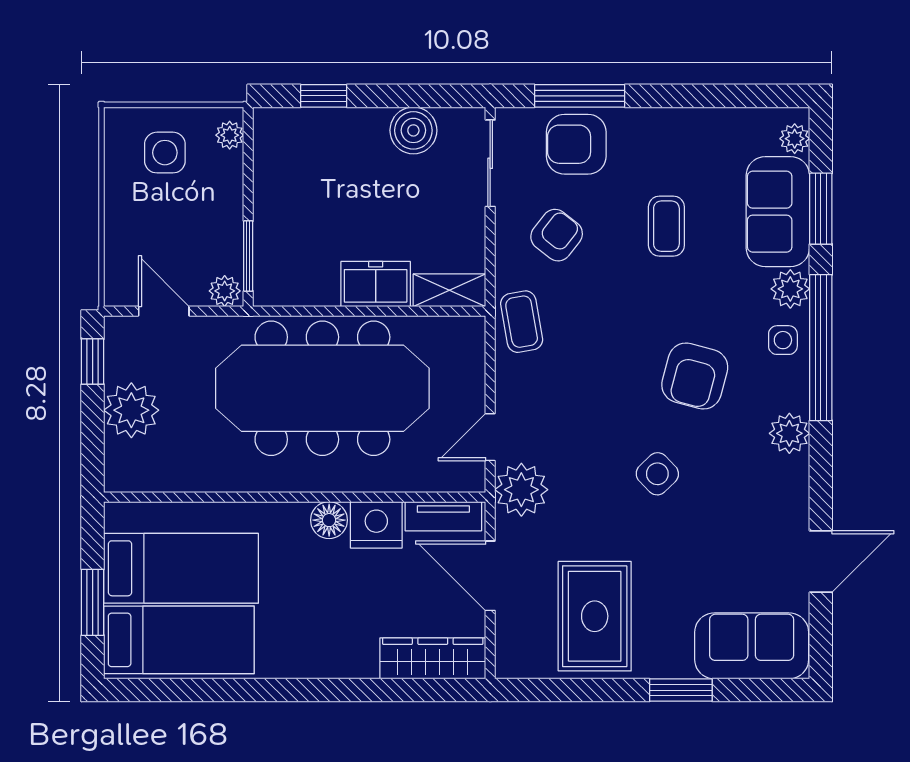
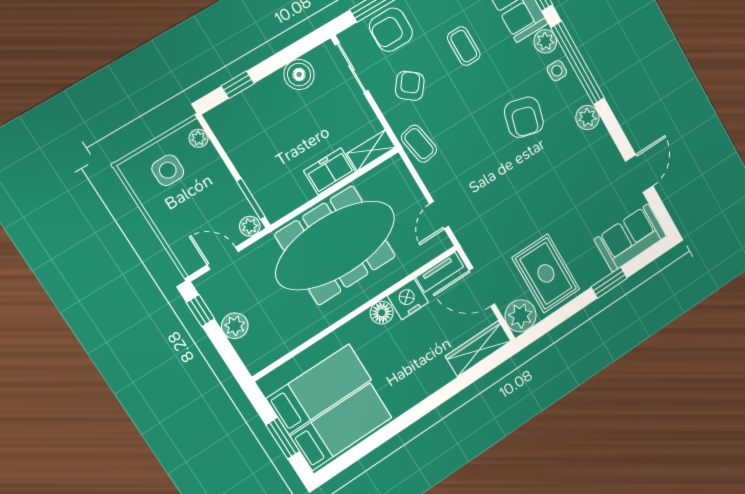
plant: (131, 410) -> (235, 326), width x0.73, depth x0.73
side table: (657, 474) -> (535, 180), removed
plant: (521, 490) -> (520, 316), moved

